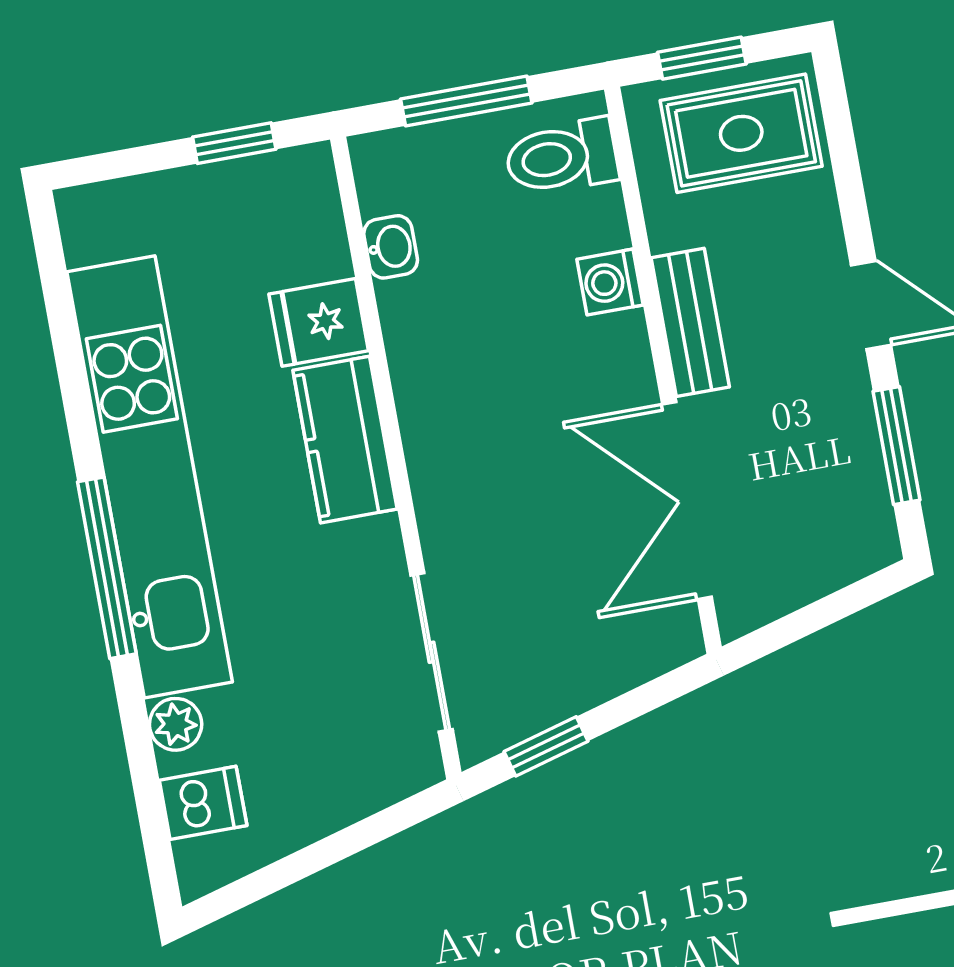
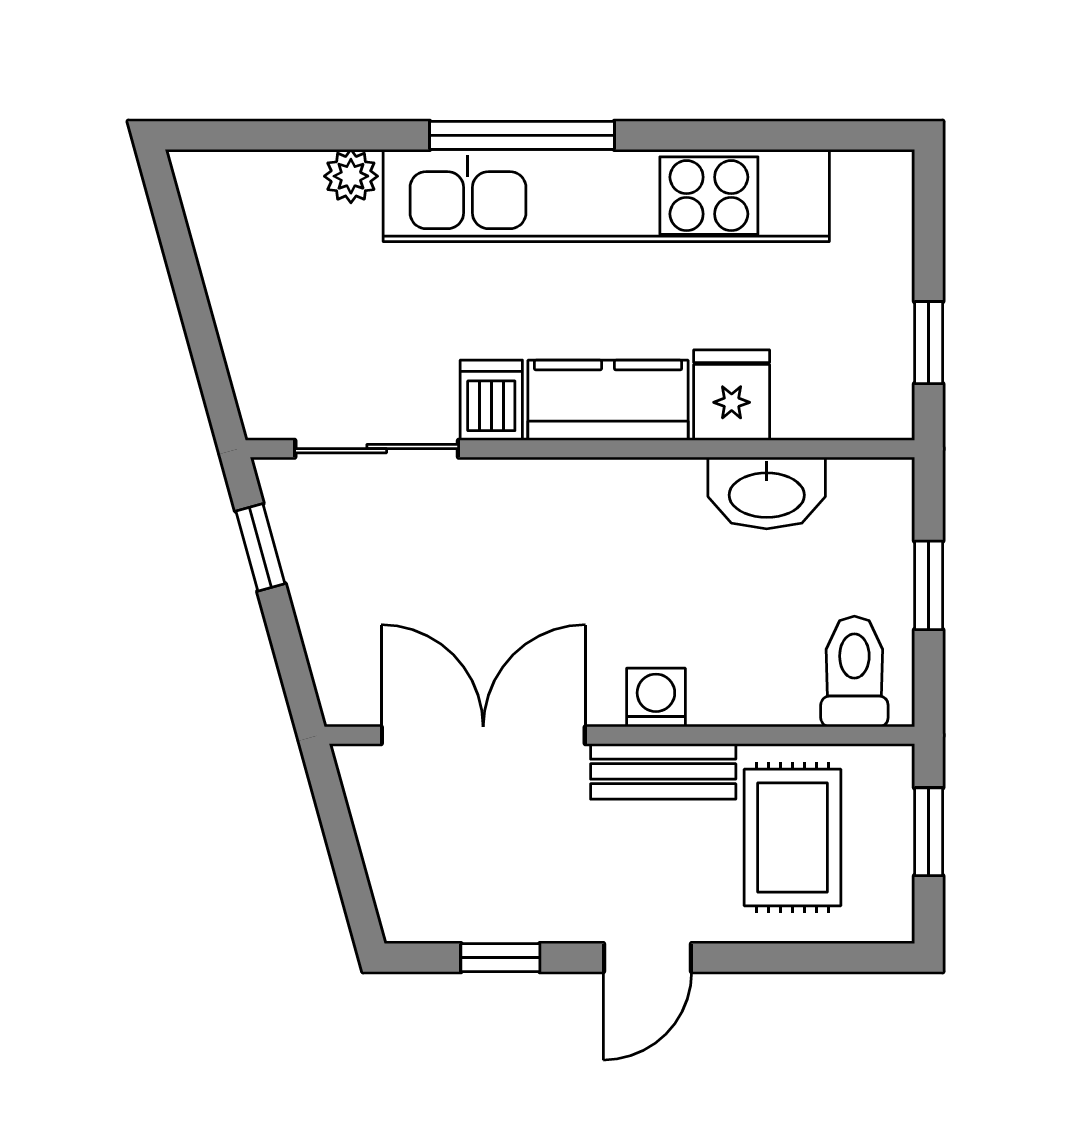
window: (466, 101) -> (929, 585), width x0.67
rug: (741, 133) -> (793, 837), moved
washbasin: (391, 247) -> (767, 493), width x1.91, depth x1.45
washing machine: (610, 282) -> (656, 698), moved
window: (897, 446) -> (500, 958), width x0.67
dishwasher: (203, 803) -> (491, 400), moved, turned 180

